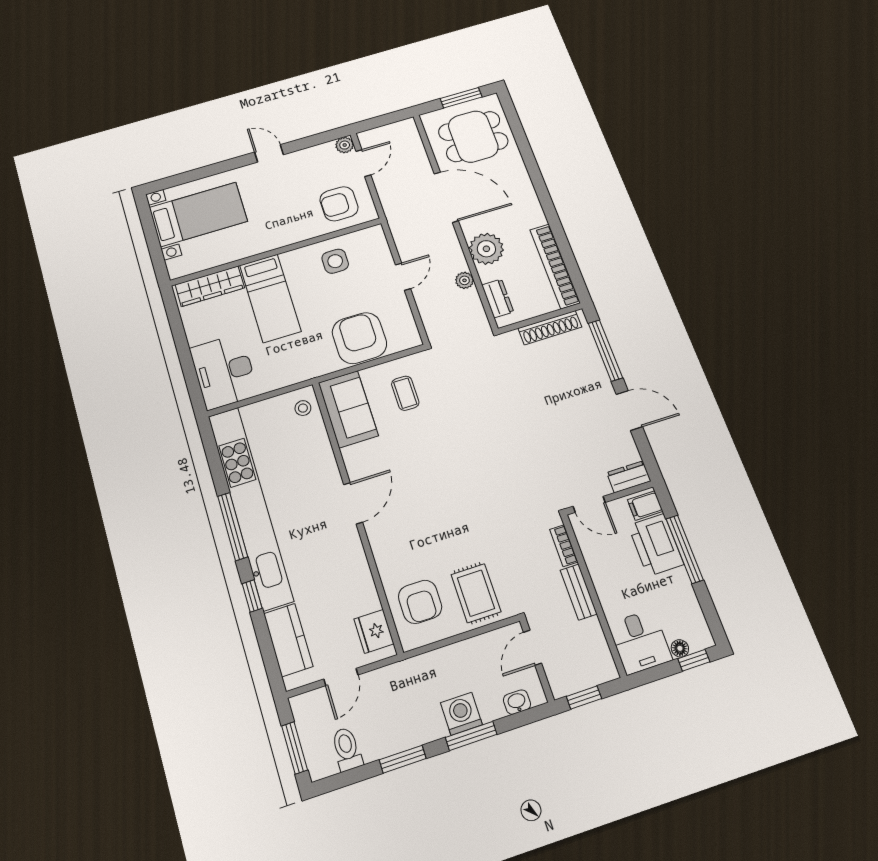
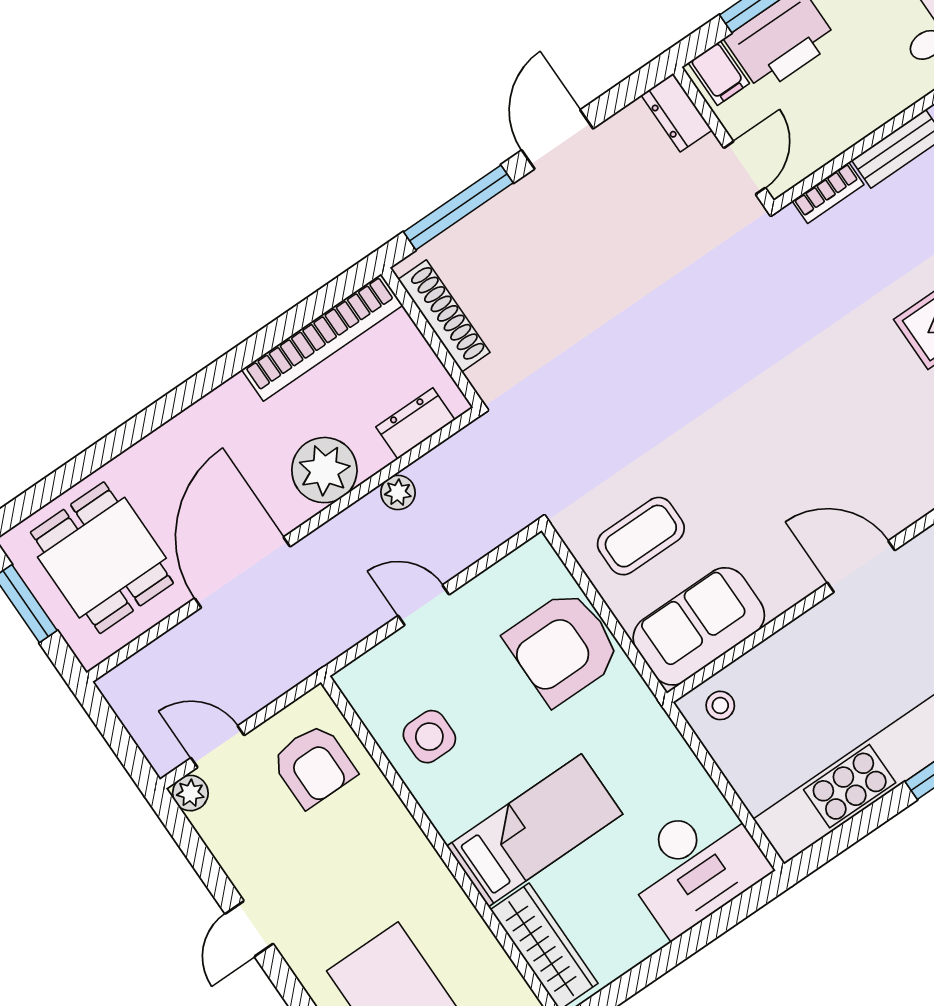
coffee table: (405, 393) -> (641, 536), width x1.36, depth x1.30

